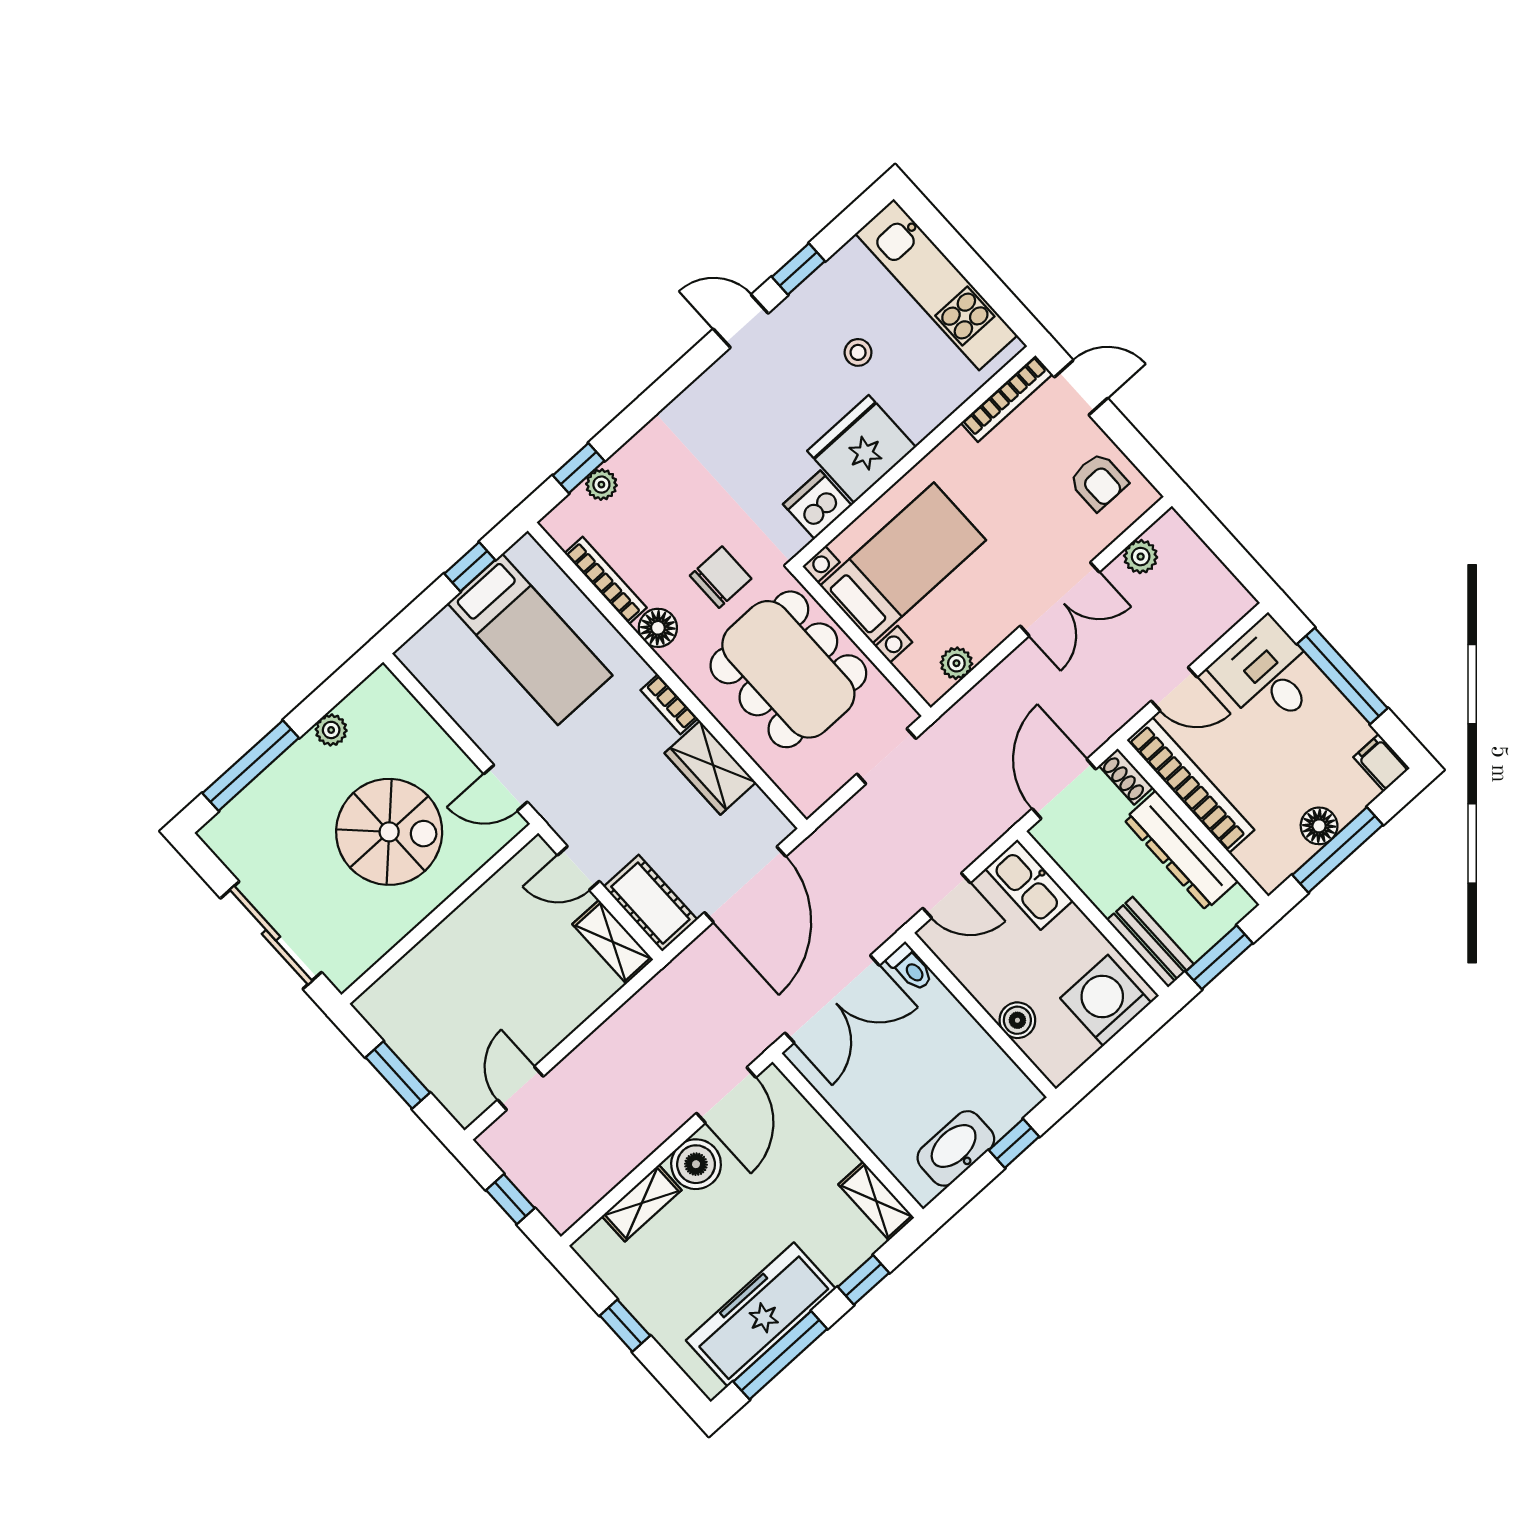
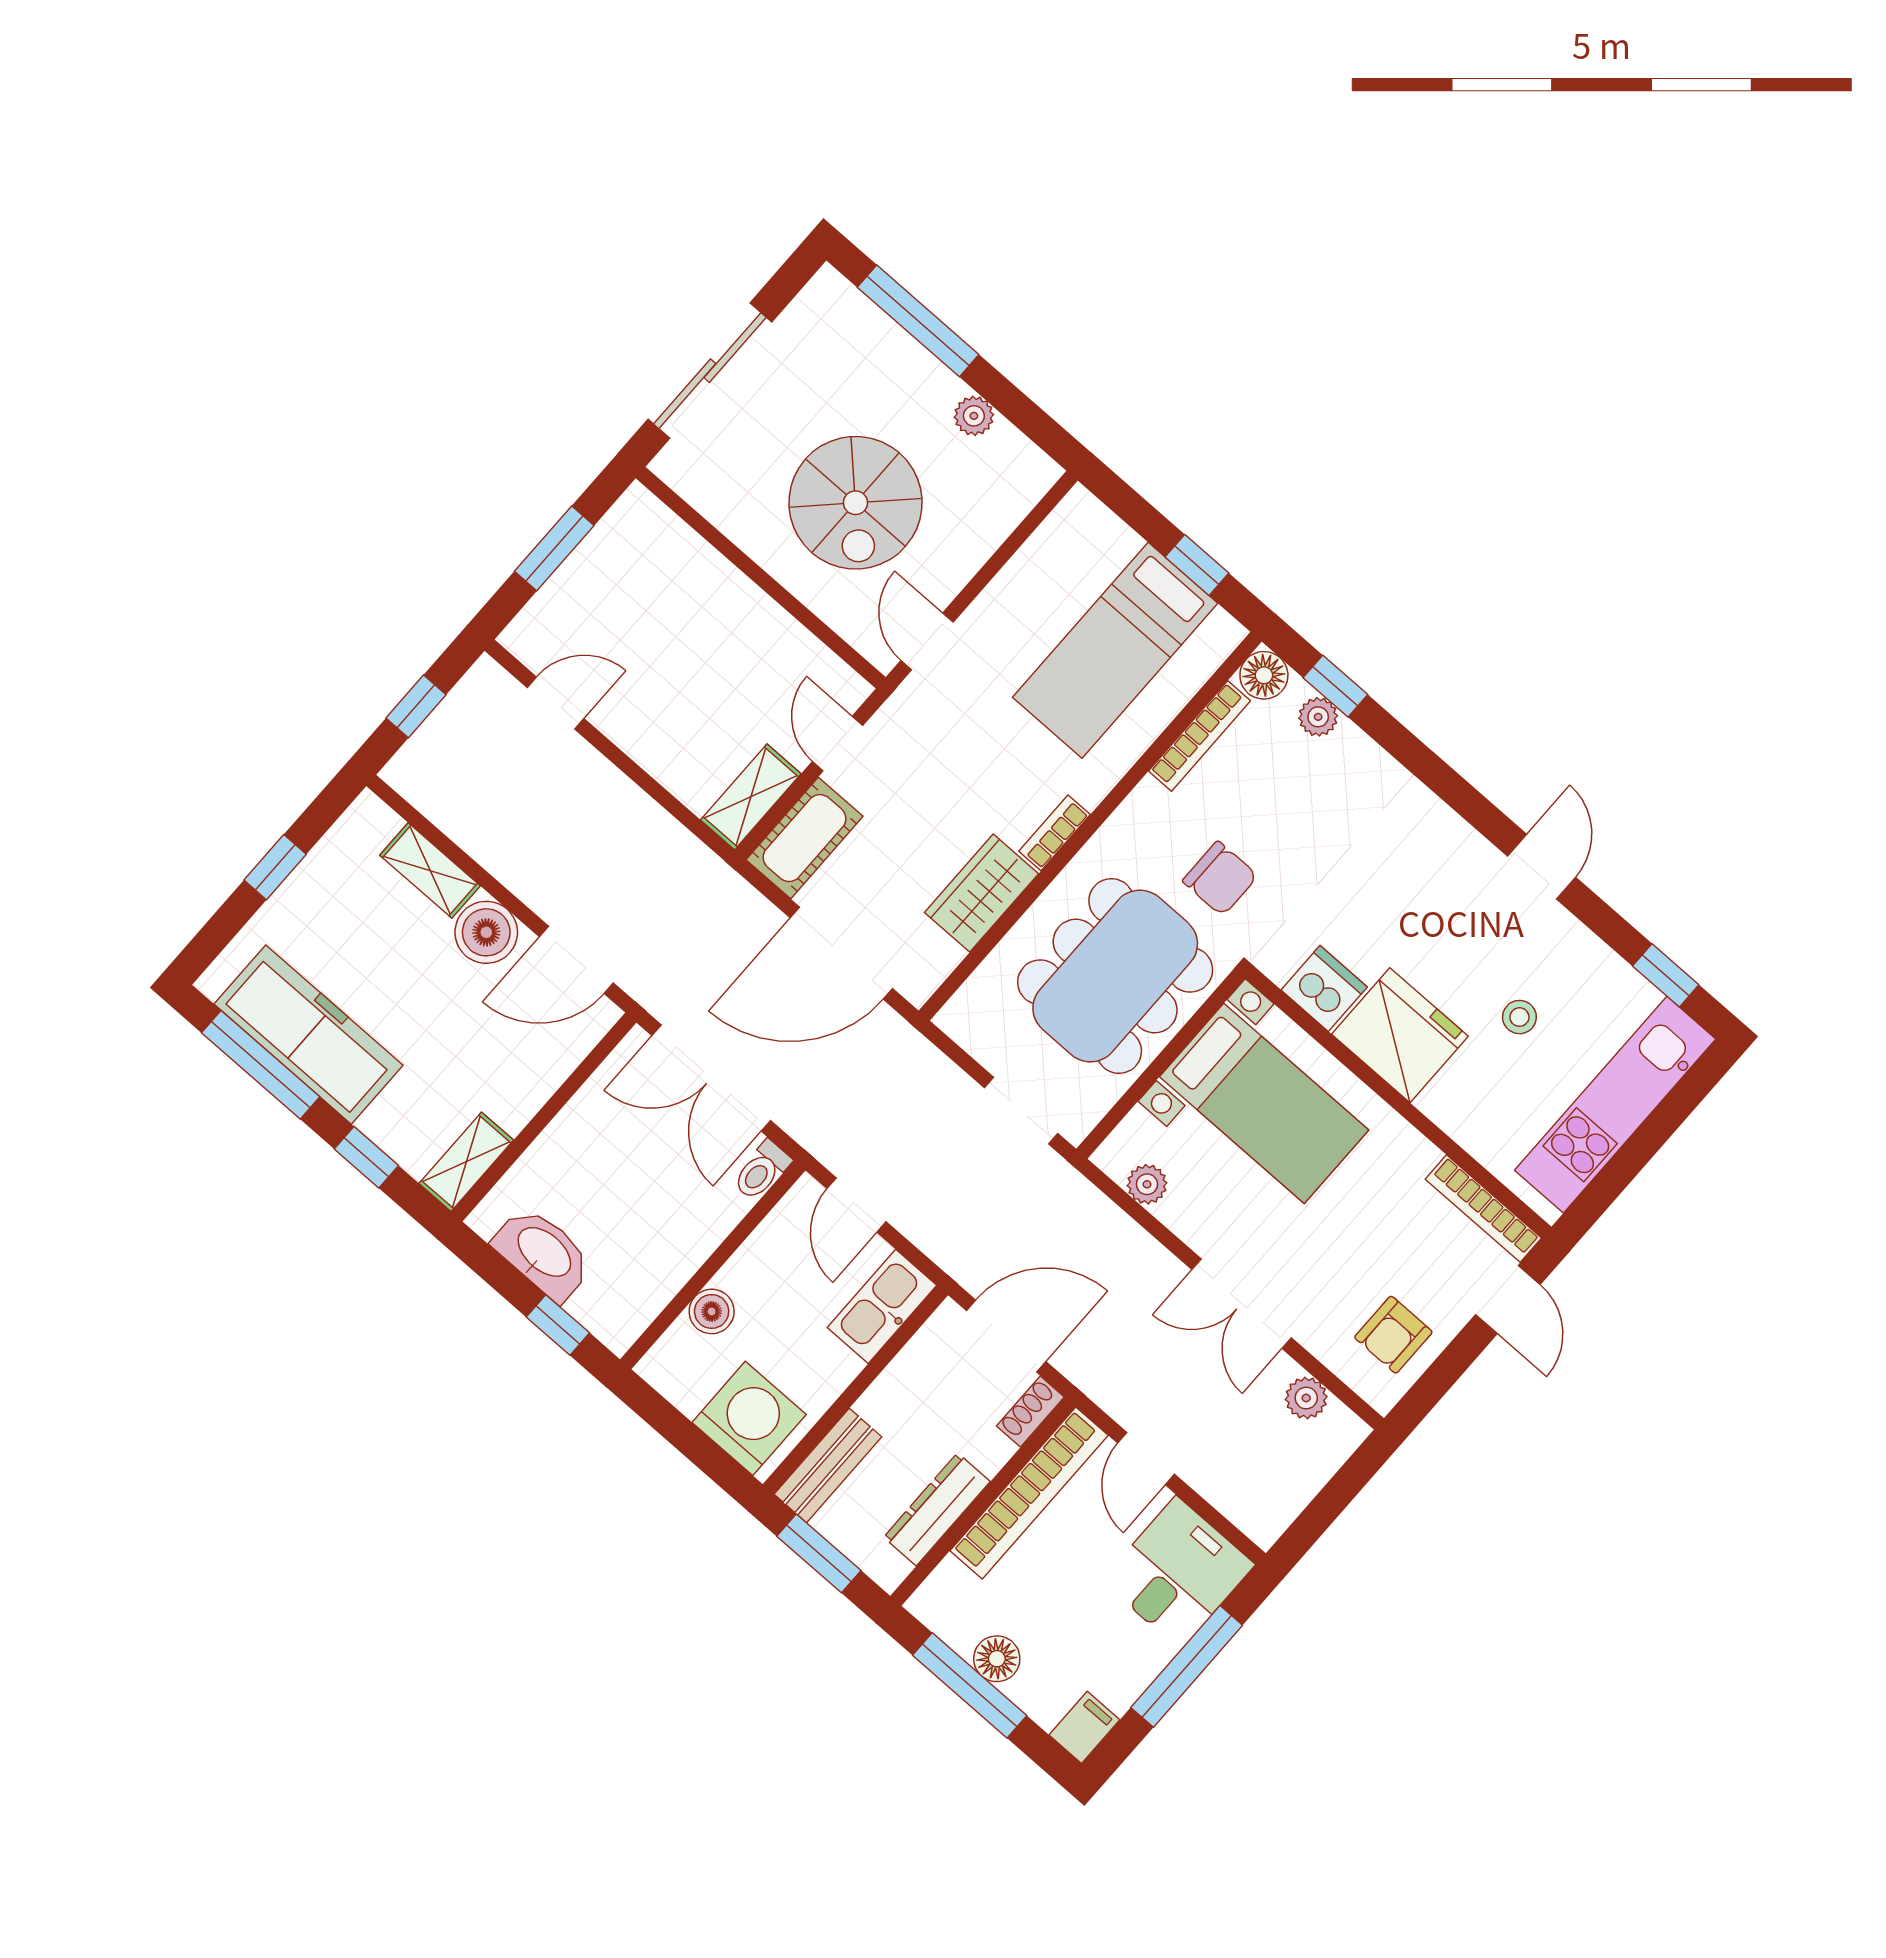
window: (798, 269) -> (1666, 975), moved
floor lamp: (658, 628) -> (1264, 675), moved
dresser: (1181, 850) -> (937, 1509), width x0.73, depth x0.80

